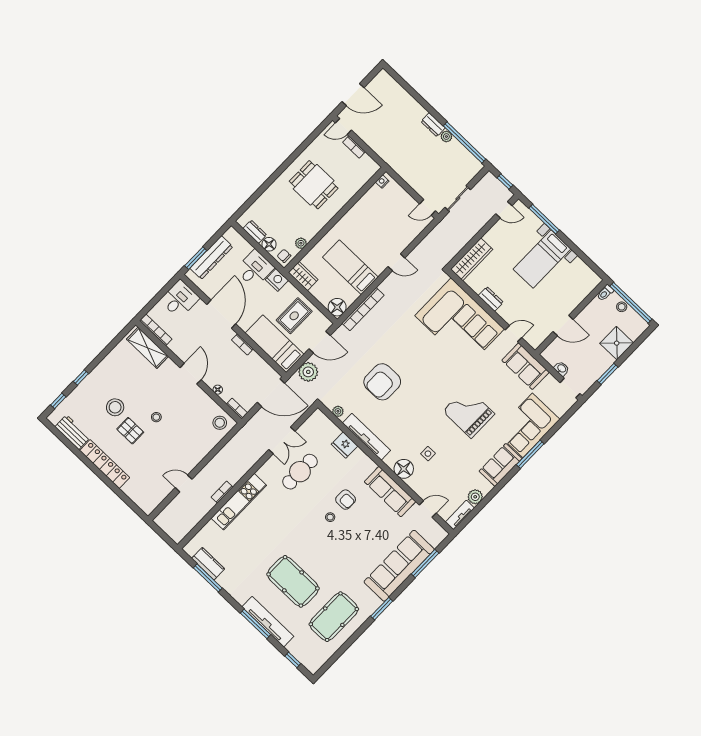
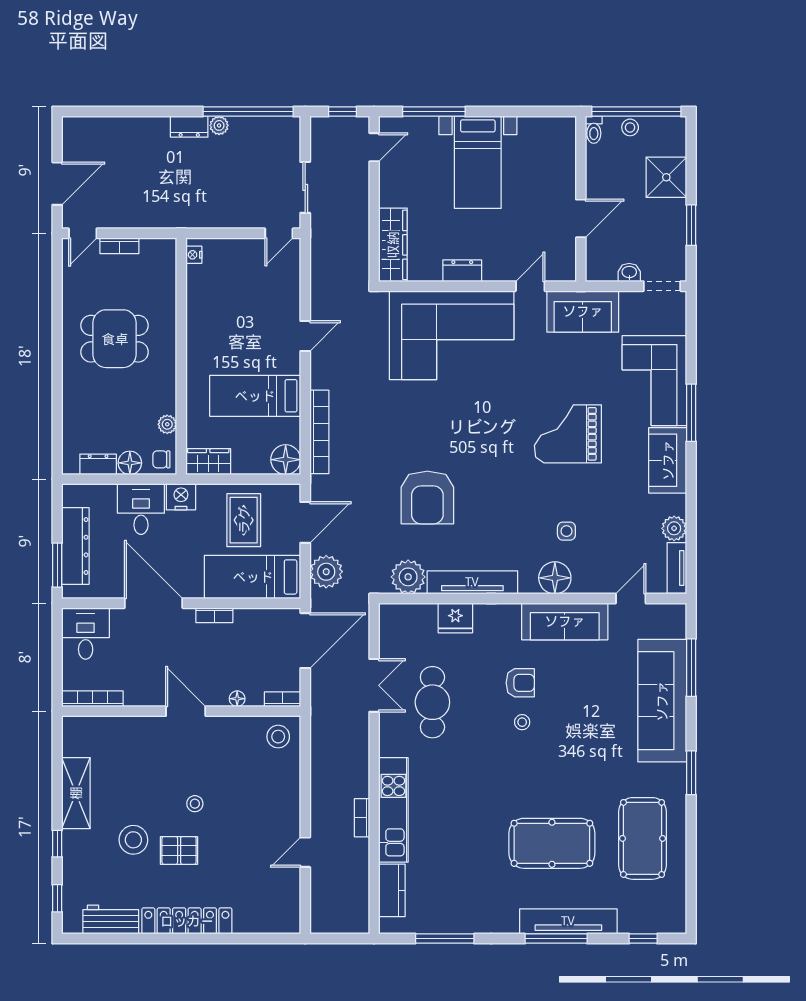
shelving: (147, 348) -> (76, 793), moved, turned 90
plant: (338, 411) -> (408, 577), width x1.87, depth x1.87
kitchen counter: (208, 564) -> (392, 890), moved, turned 90

